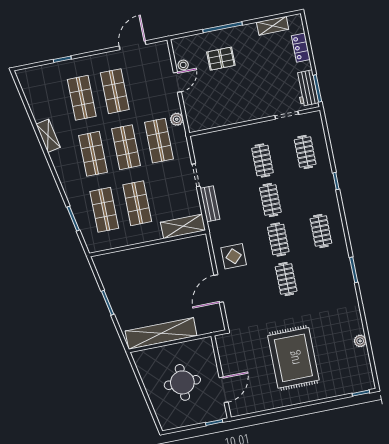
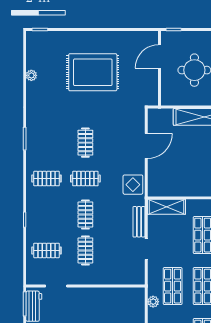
clothes rail: (305, 152) -> (47, 250), turned 90
clothes rail: (321, 231) -> (47, 179), turned 90
clothes rail: (278, 239) -> (85, 179), turned 90
display table: (234, 256) -> (133, 185), moved
rug: (293, 358) -> (93, 72), turned 90

